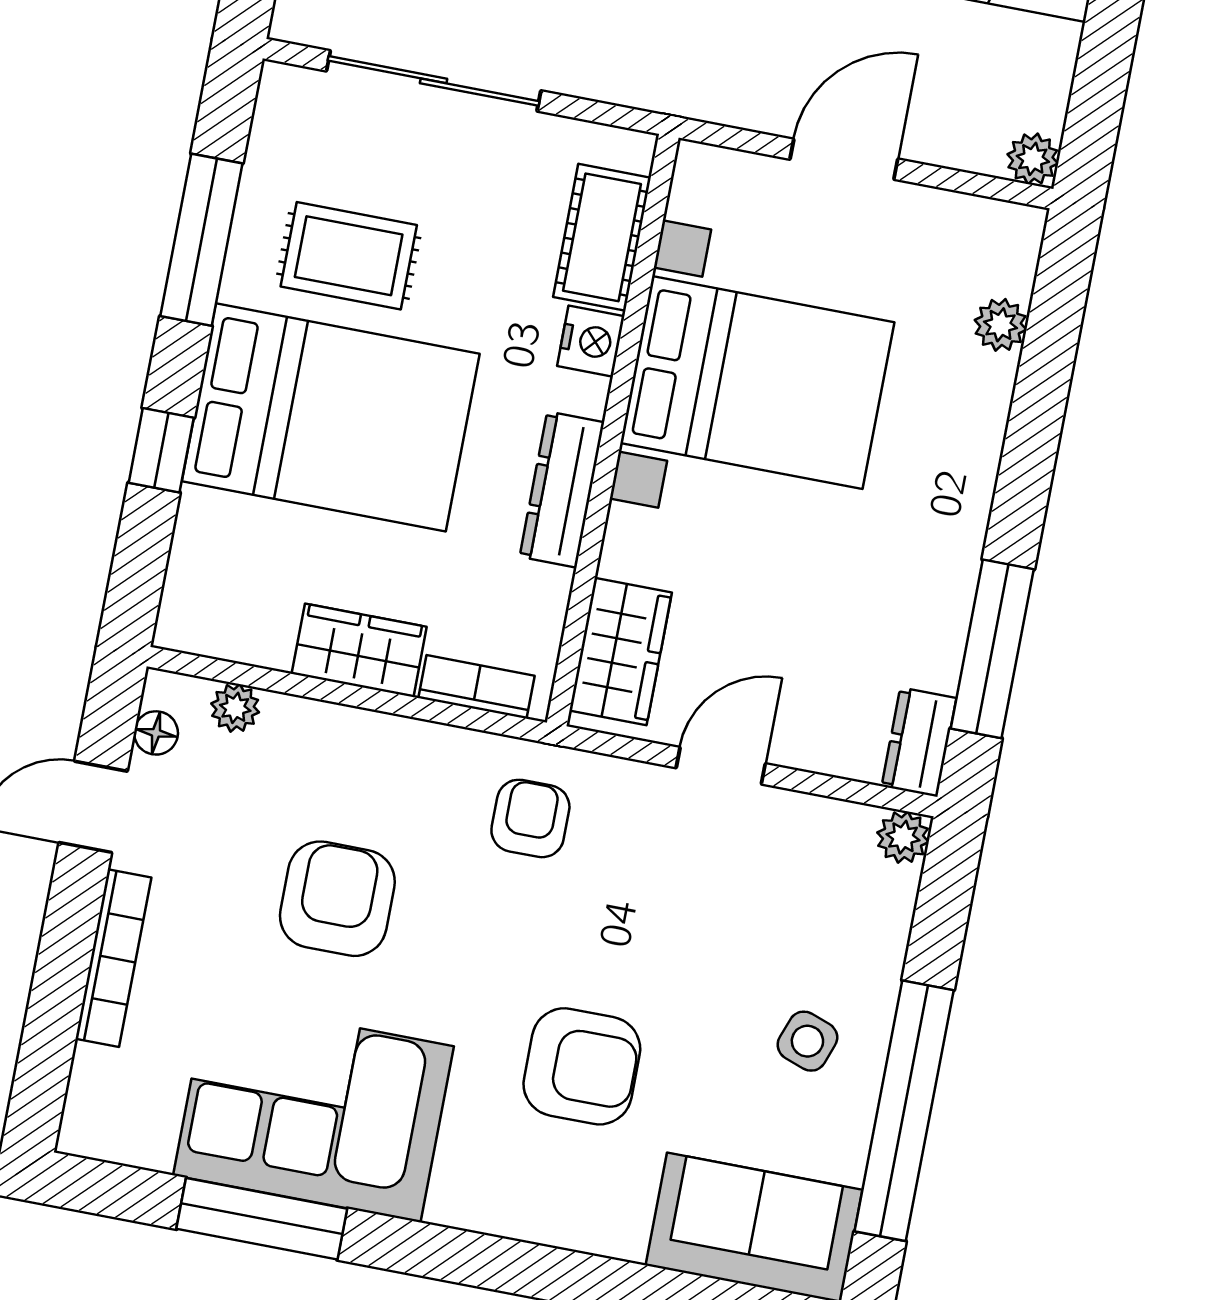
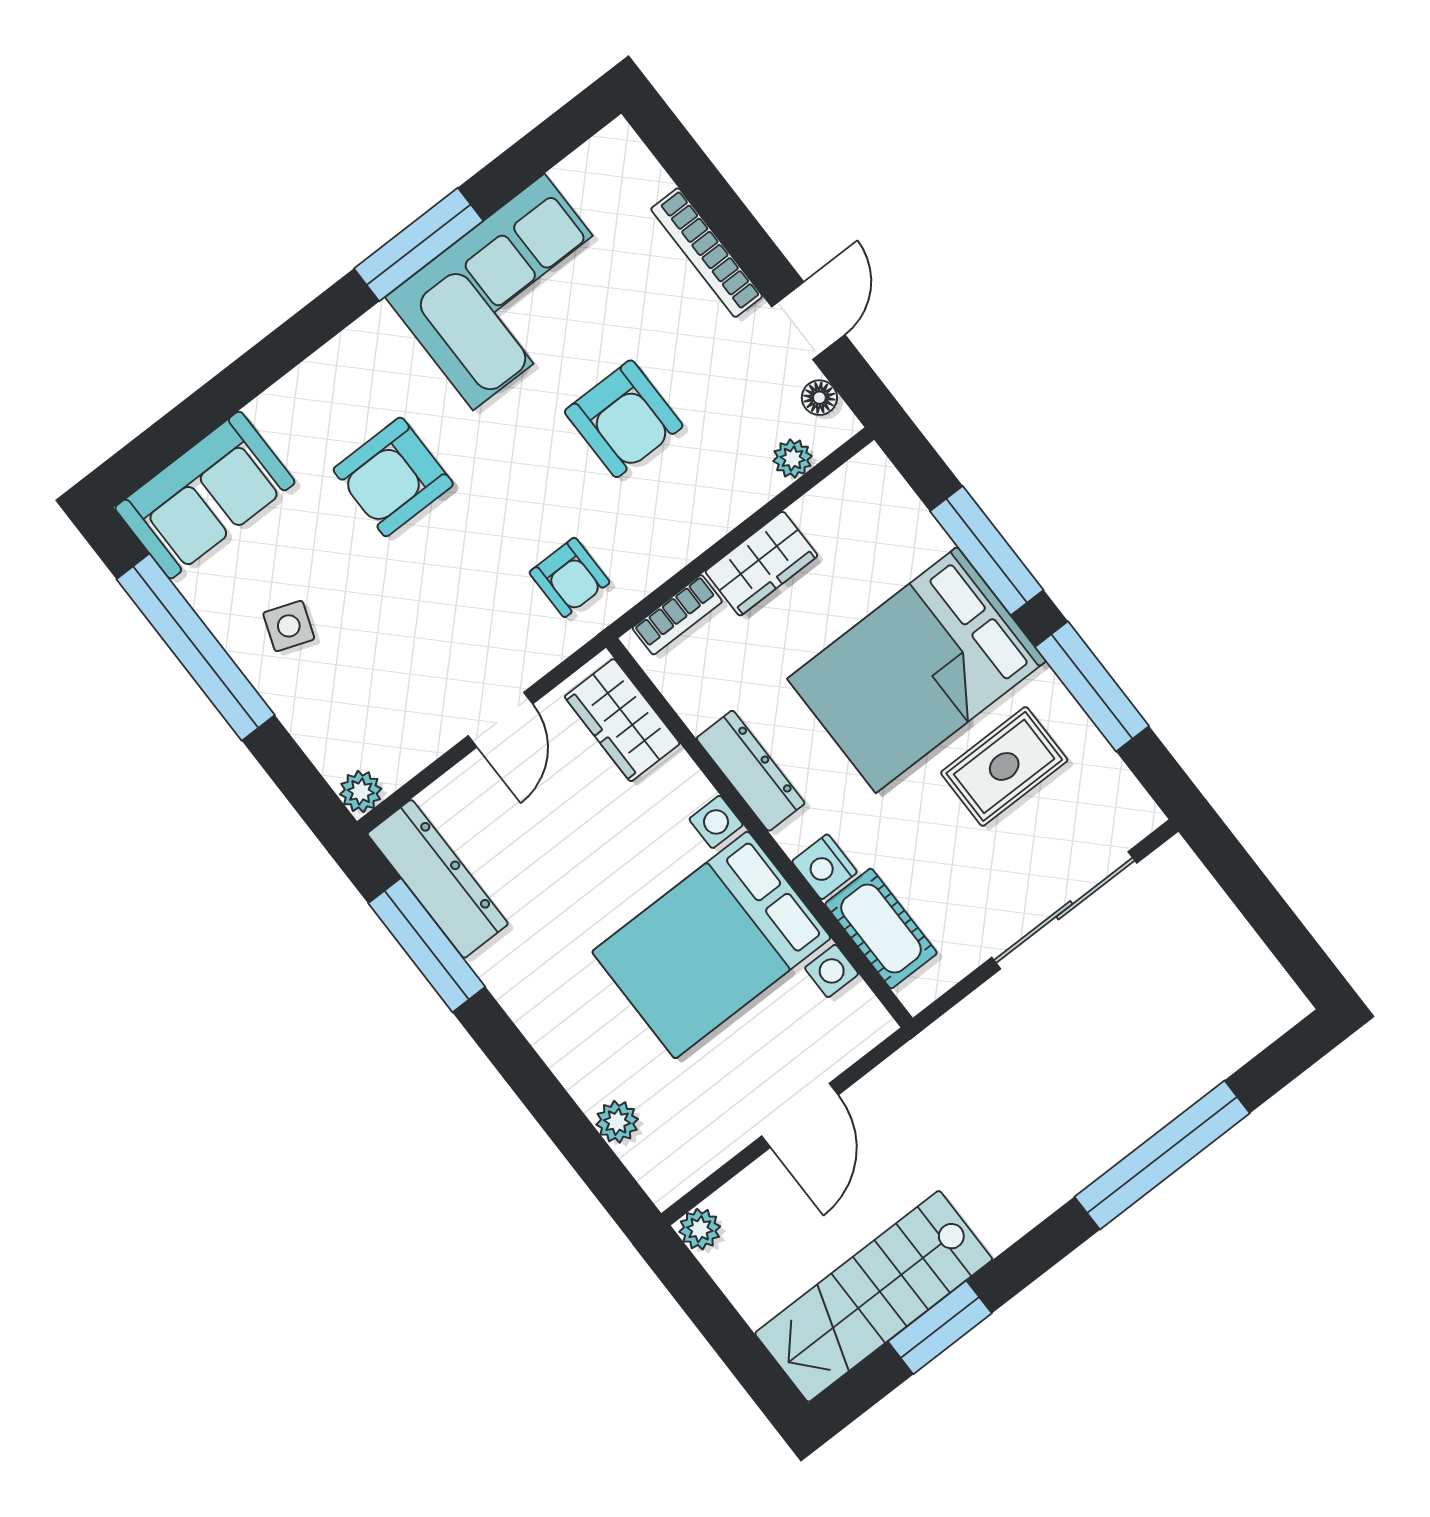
window: (161, 450) -> (987, 551), width x2.17
dresser: (919, 742) -> (438, 879), width x1.96, depth x1.24
window: (262, 1219) -> (419, 245), moved

